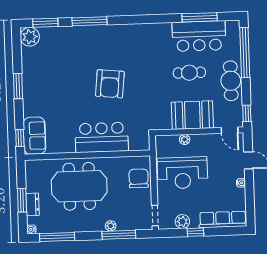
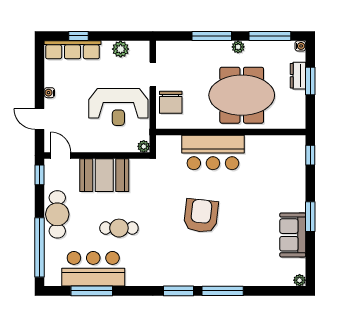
window: (45, 23) -> (179, 291), moved
plant: (30, 37) -> (300, 280), width x0.53, depth x0.53
cafe table: (189, 73) -> (119, 228), moved
sofa: (34, 136) -> (293, 235), moved
plant: (185, 140) -> (144, 146), moved
reception desk: (183, 173) -> (118, 107), turned 180
doorway: (155, 215) -> (153, 74), moved
plant: (111, 226) -> (238, 47), moved
window: (195, 232) -> (79, 36), moved
window: (119, 235) -> (212, 36), moved

